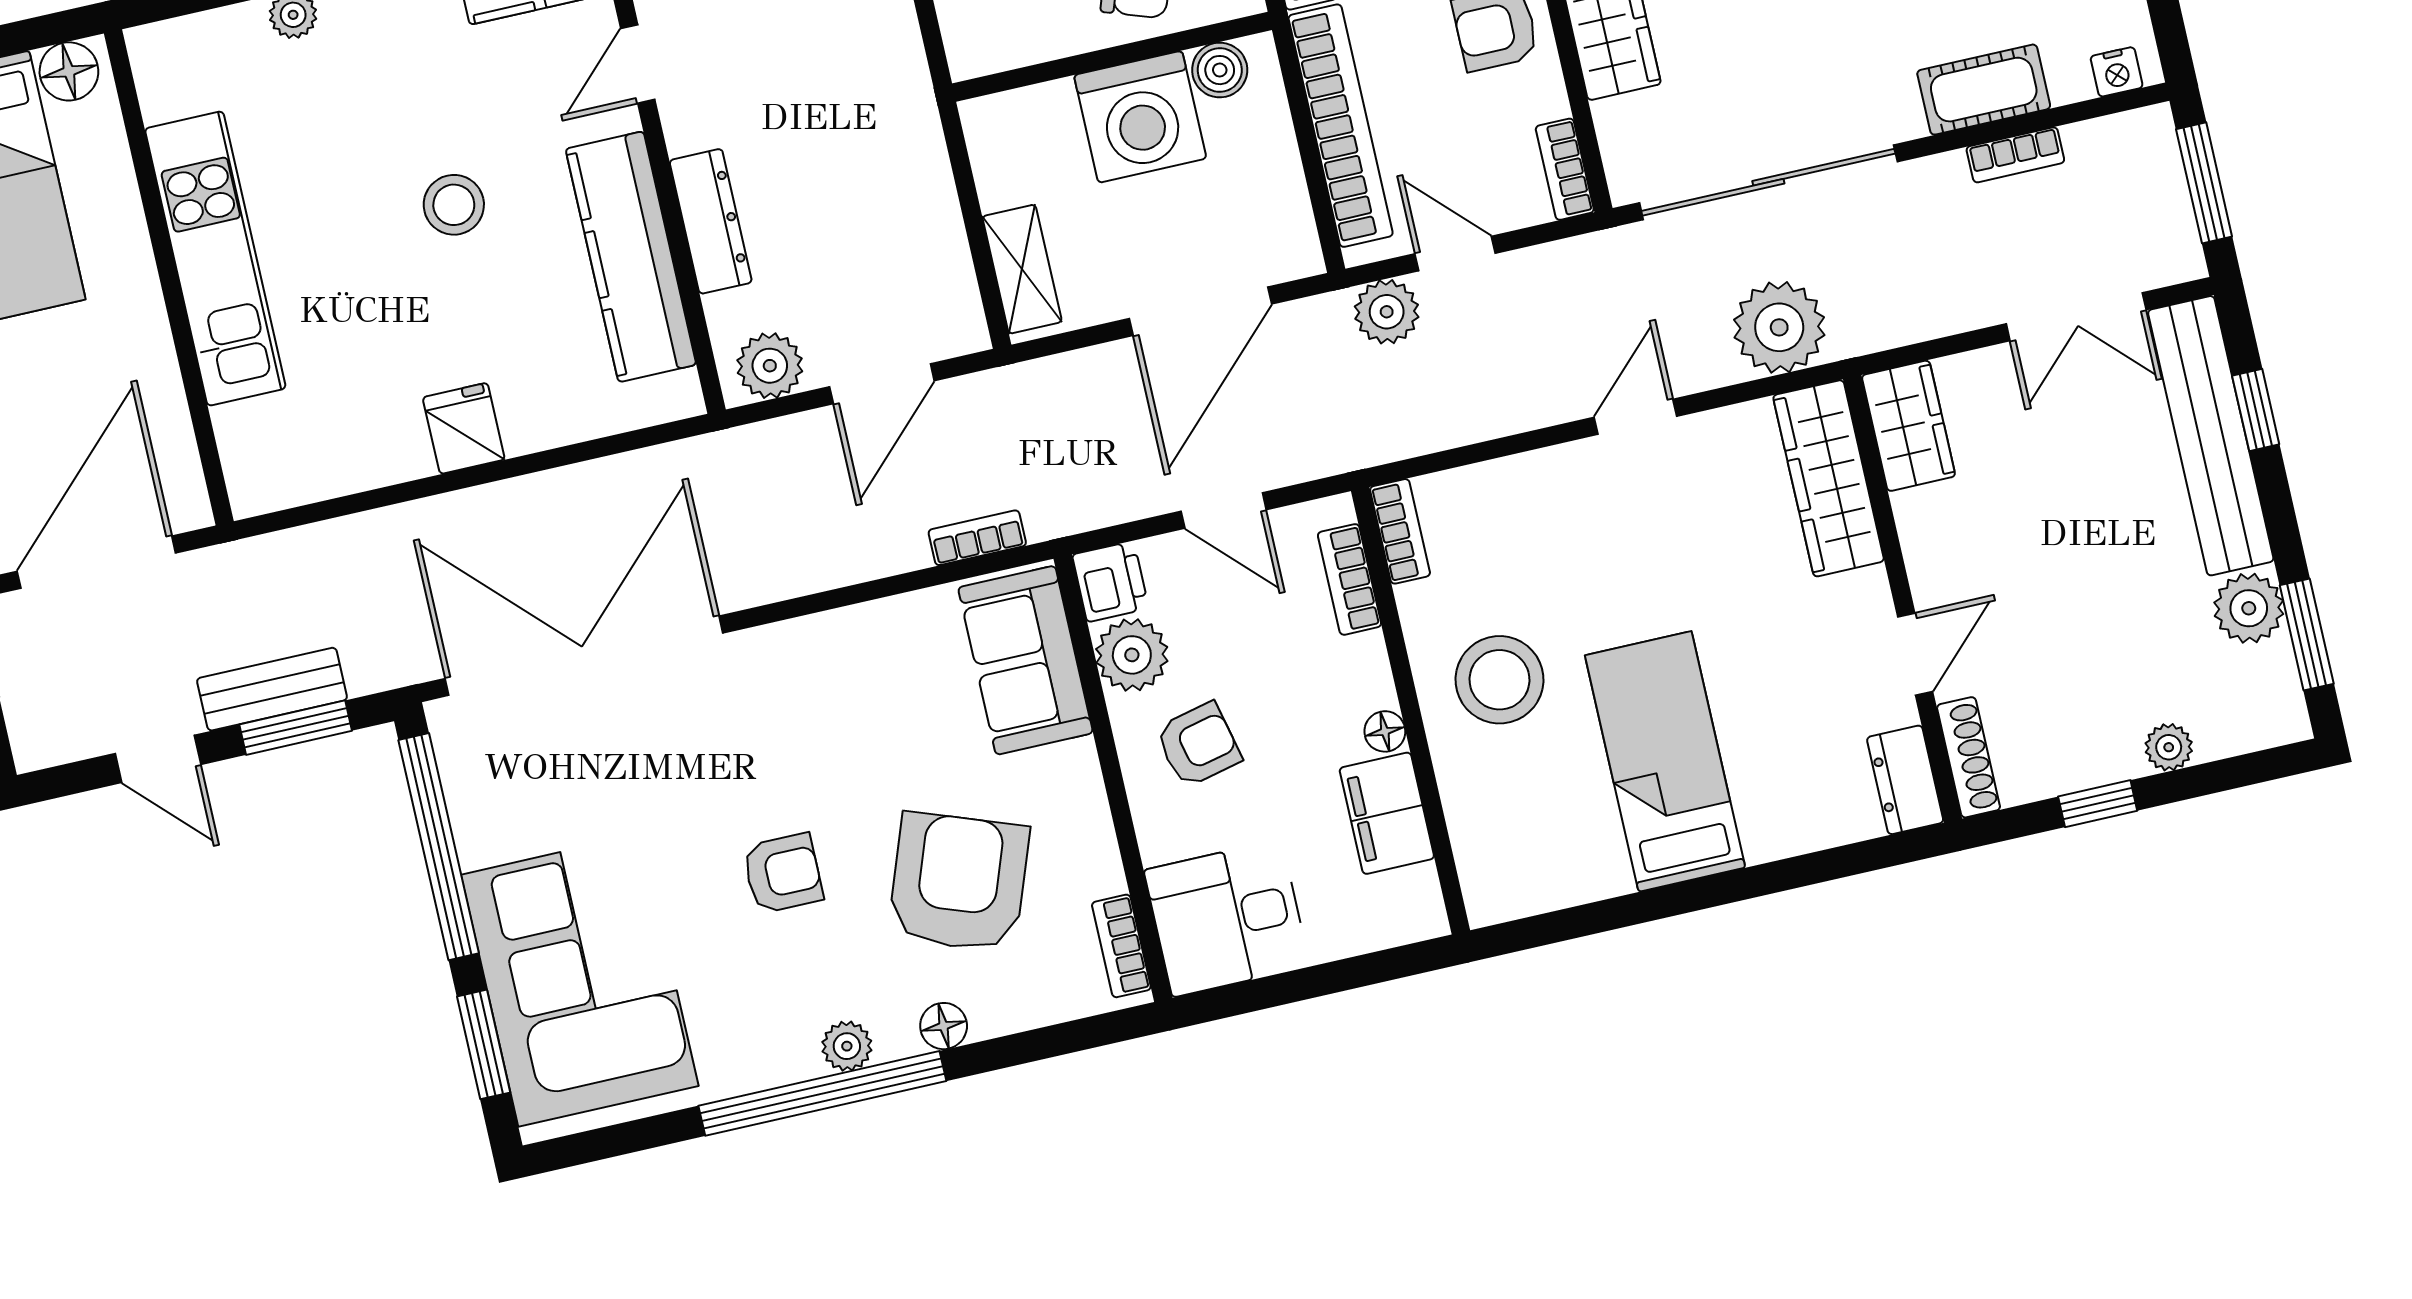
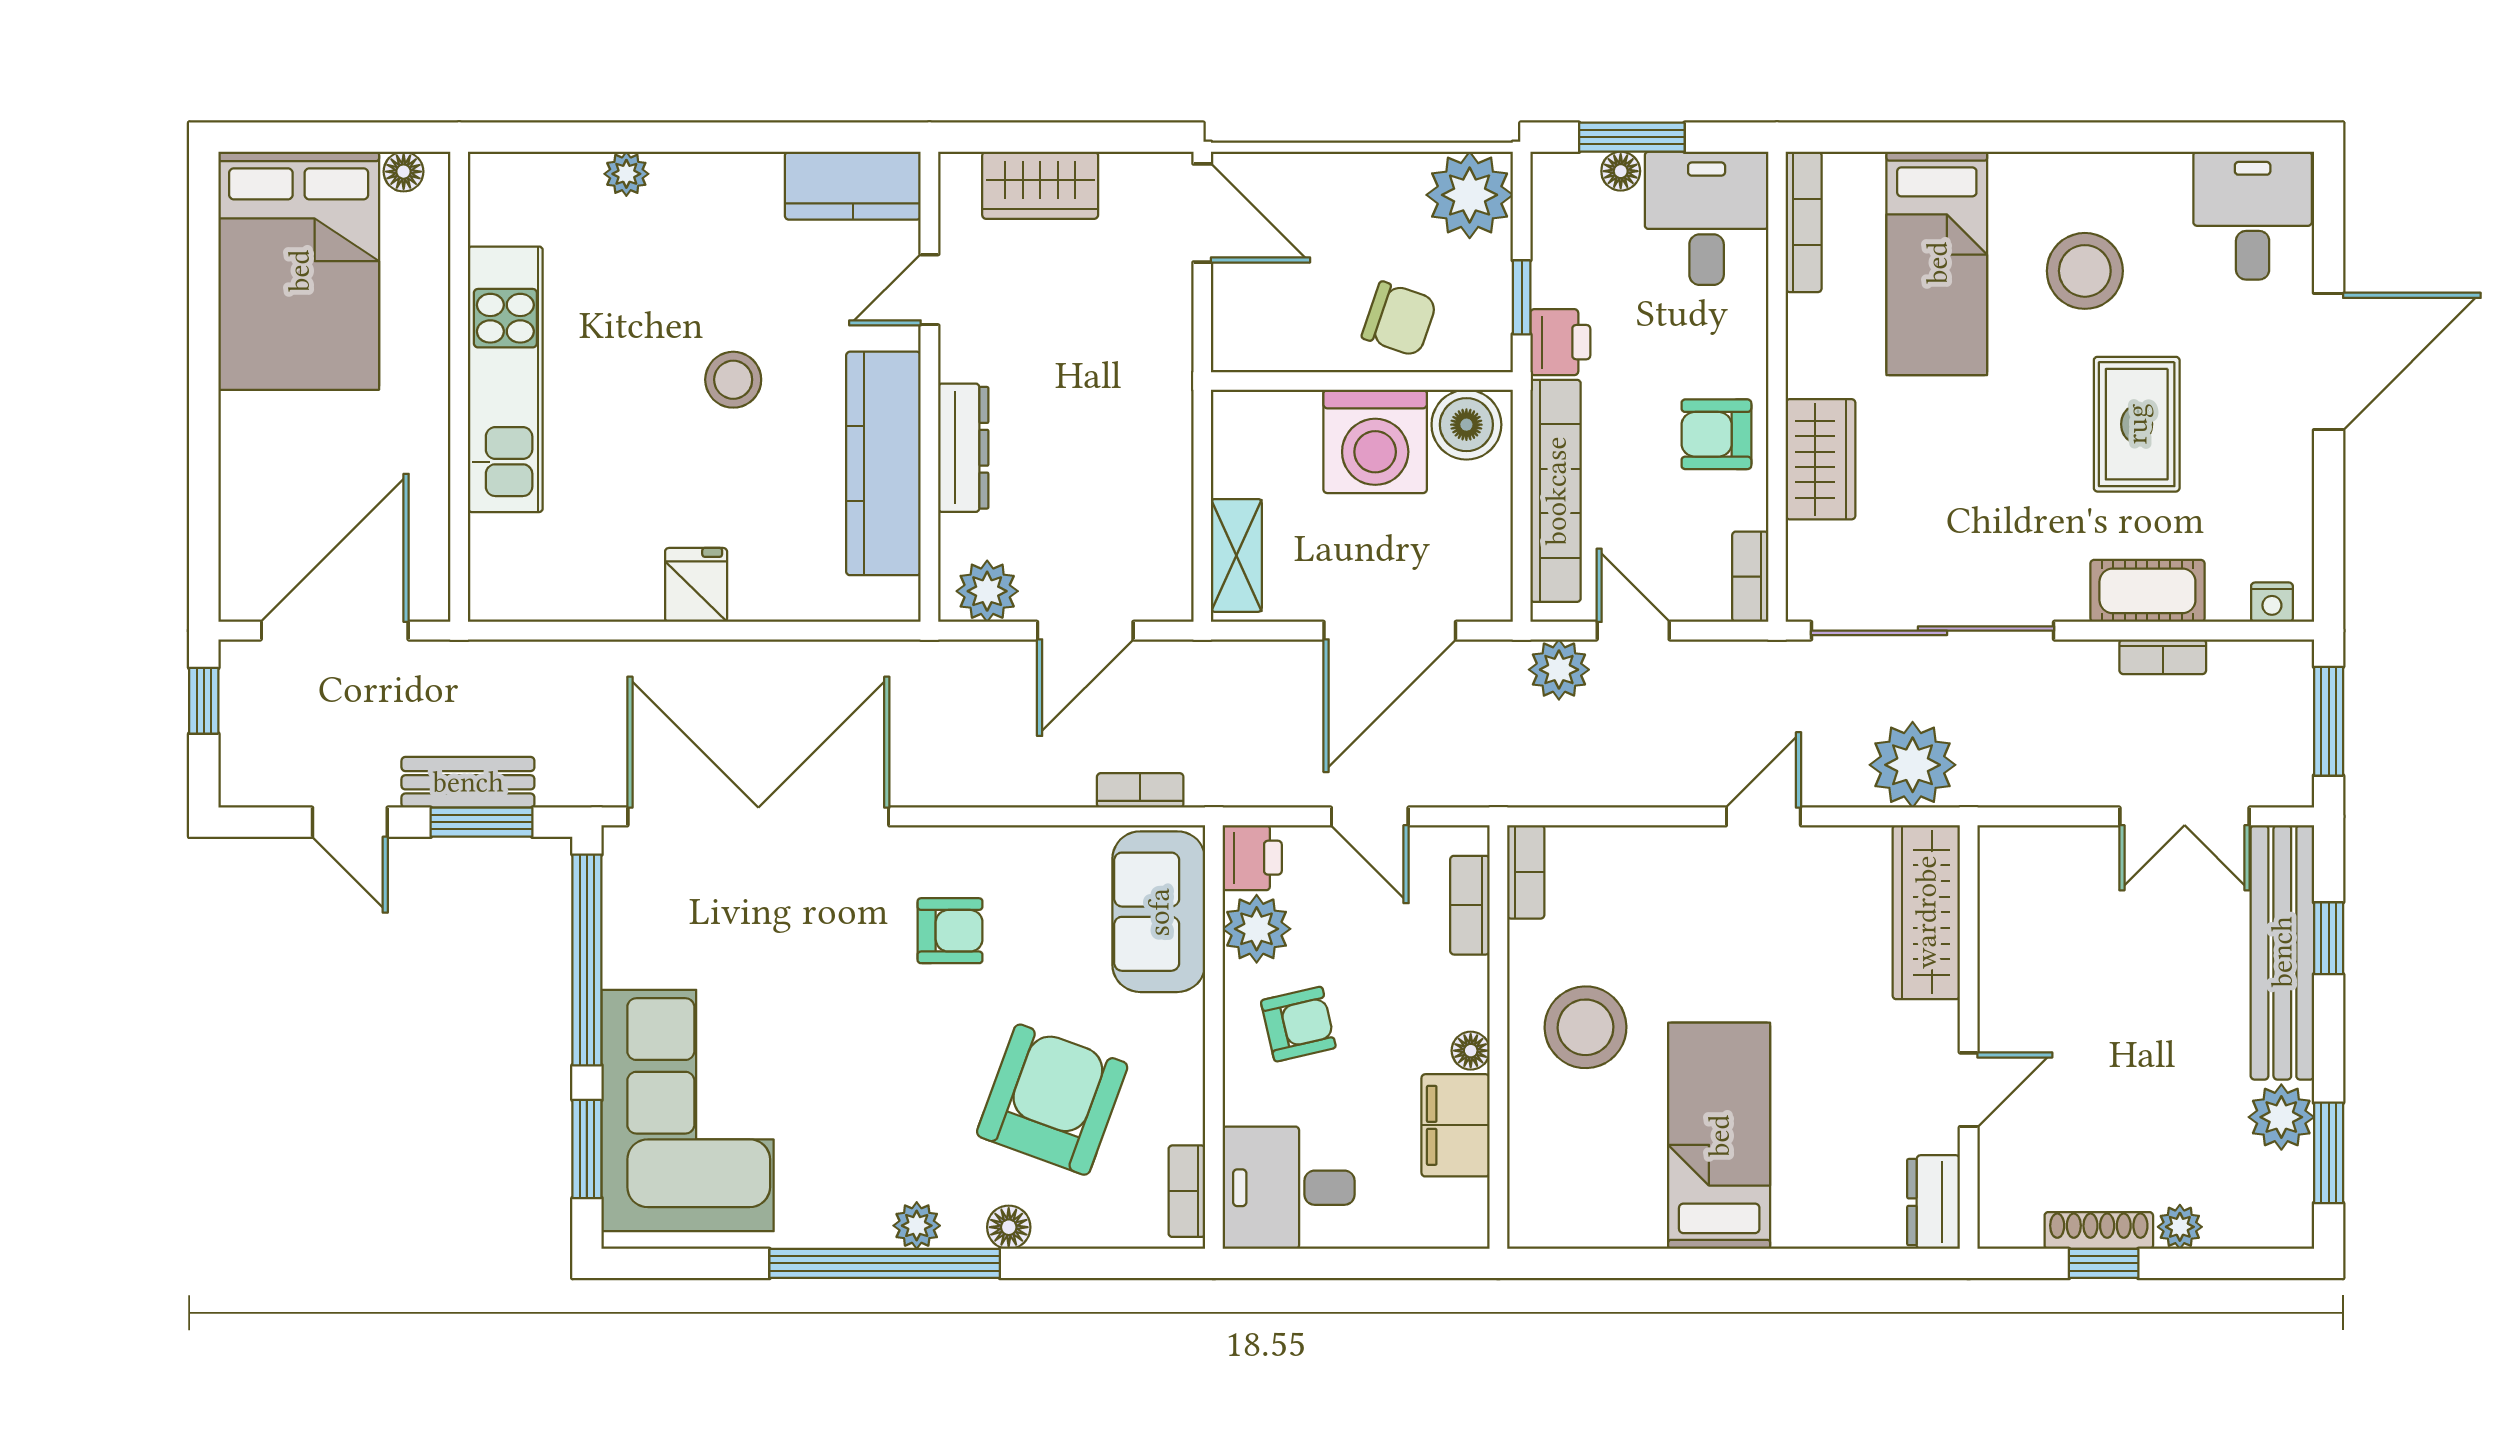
boiler: (1220, 70) -> (1466, 425), width x1.36, depth x1.36
floor lamp: (69, 71) -> (404, 172), width x0.73, depth x0.73
wardrobe: (1908, 426) -> (2010, 881), removed
shoe rack: (1968, 757) -> (2099, 1230), moved, turned -90
armchair: (783, 873) -> (950, 931), moved

